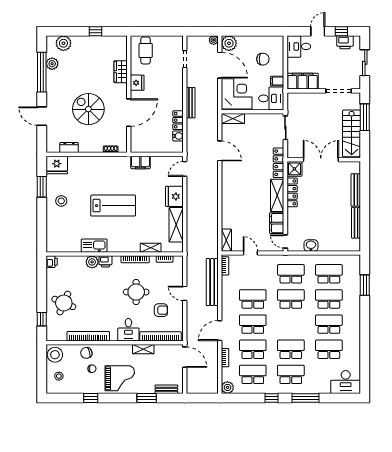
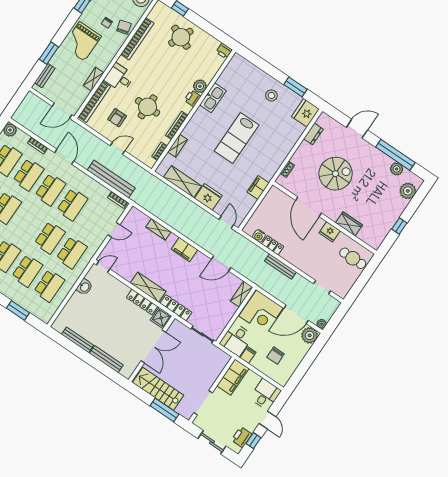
filing cabinet: (277, 223) -> (184, 250), moved, turned 180
shelving: (226, 240) -> (158, 229), moved

